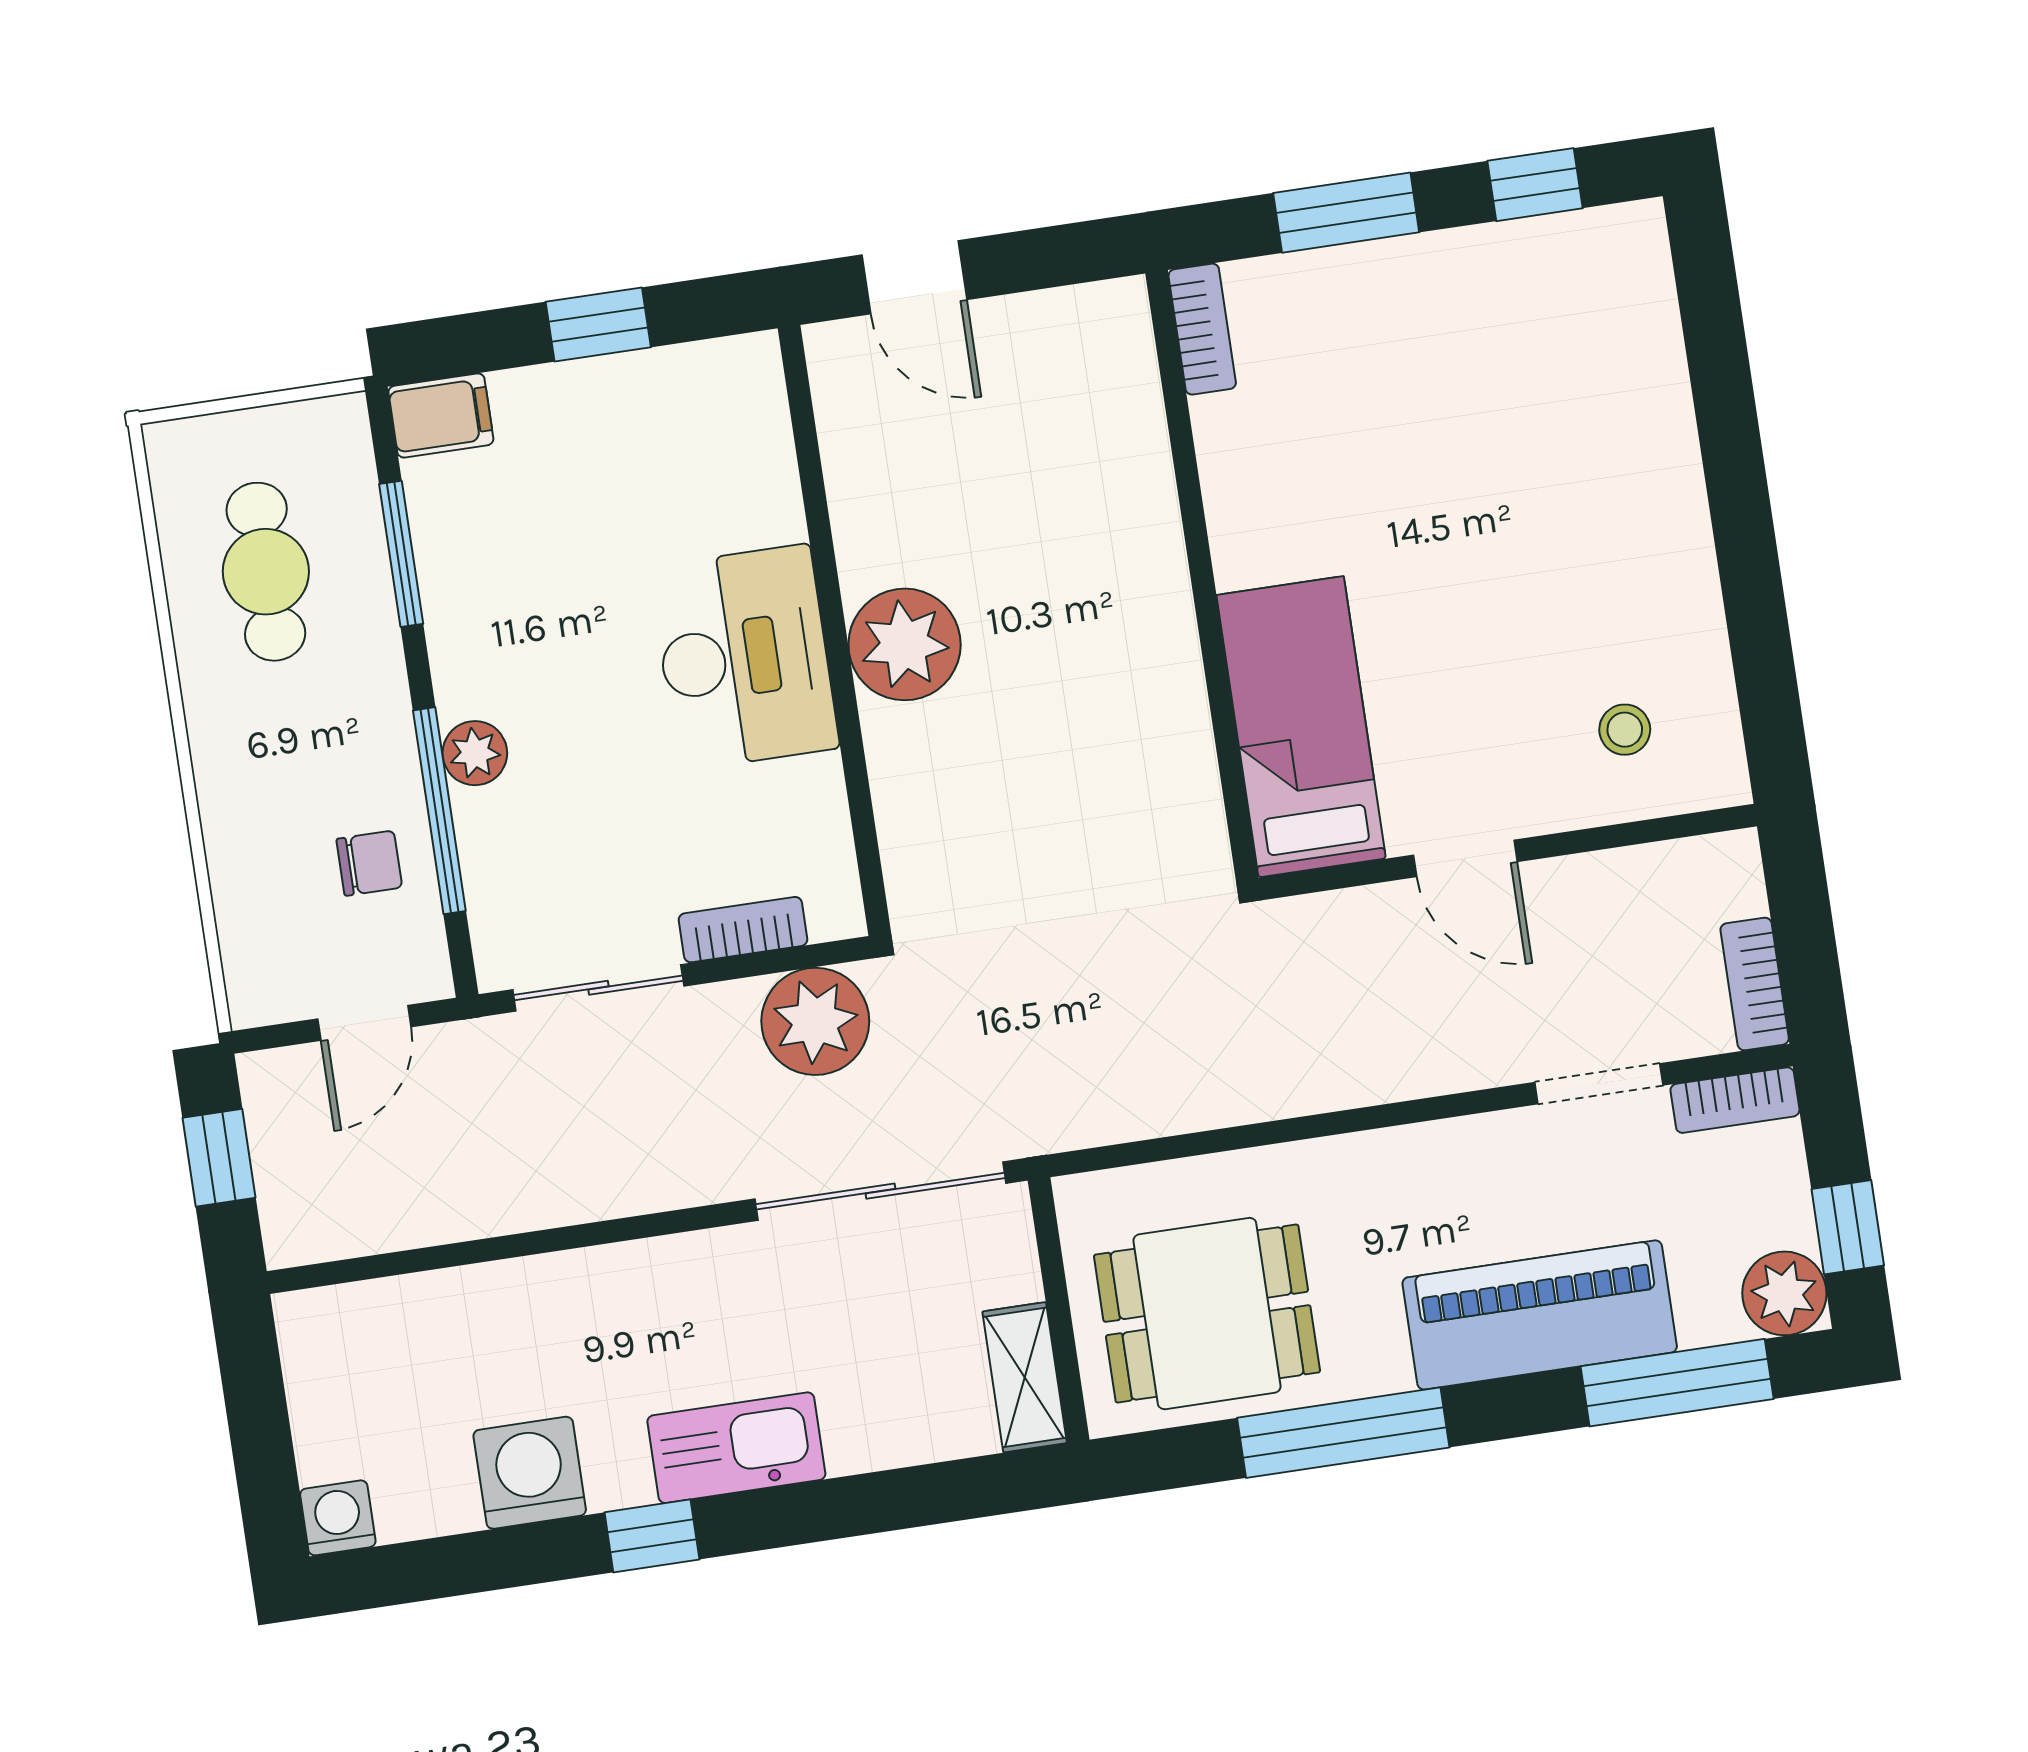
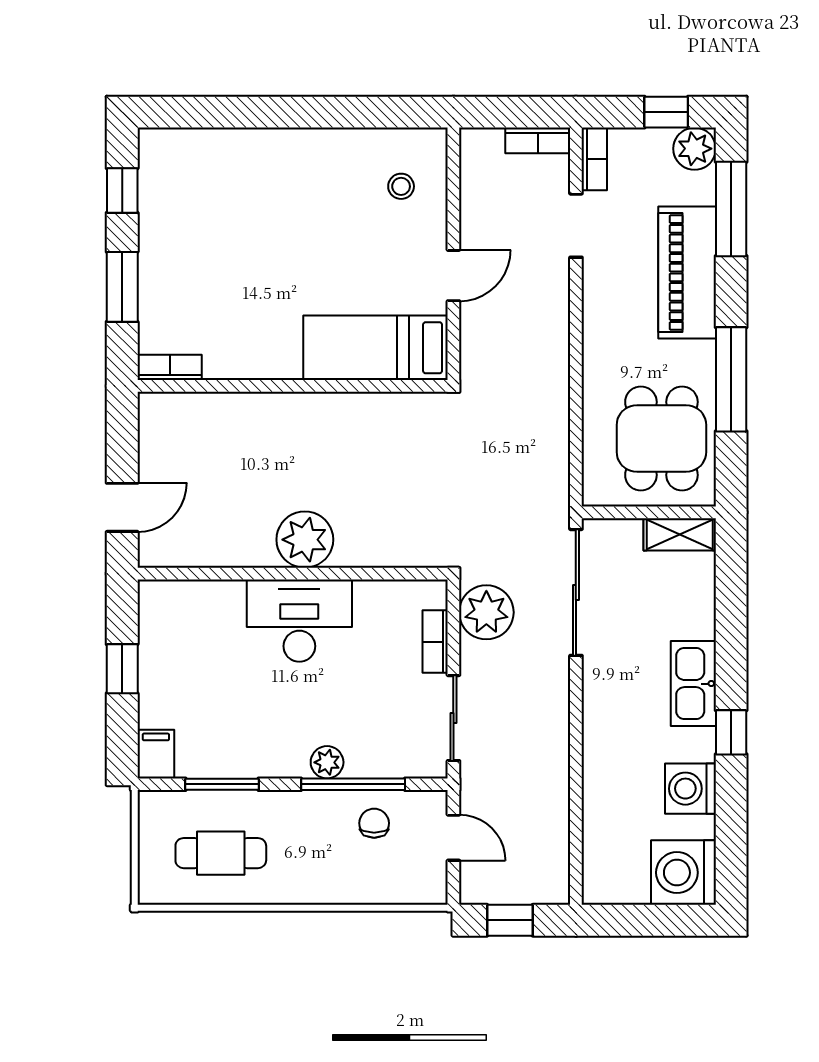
washing machine: (338, 1518) -> (683, 873), width x1.89, depth x1.89

